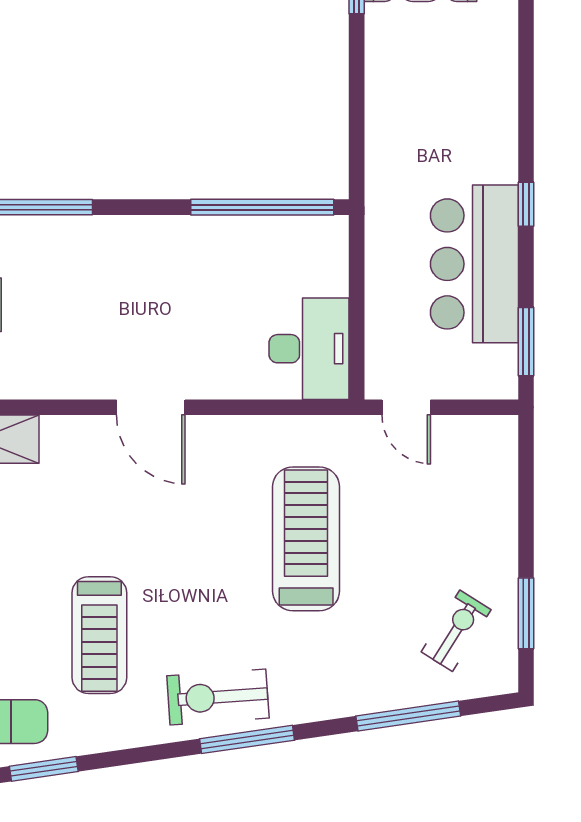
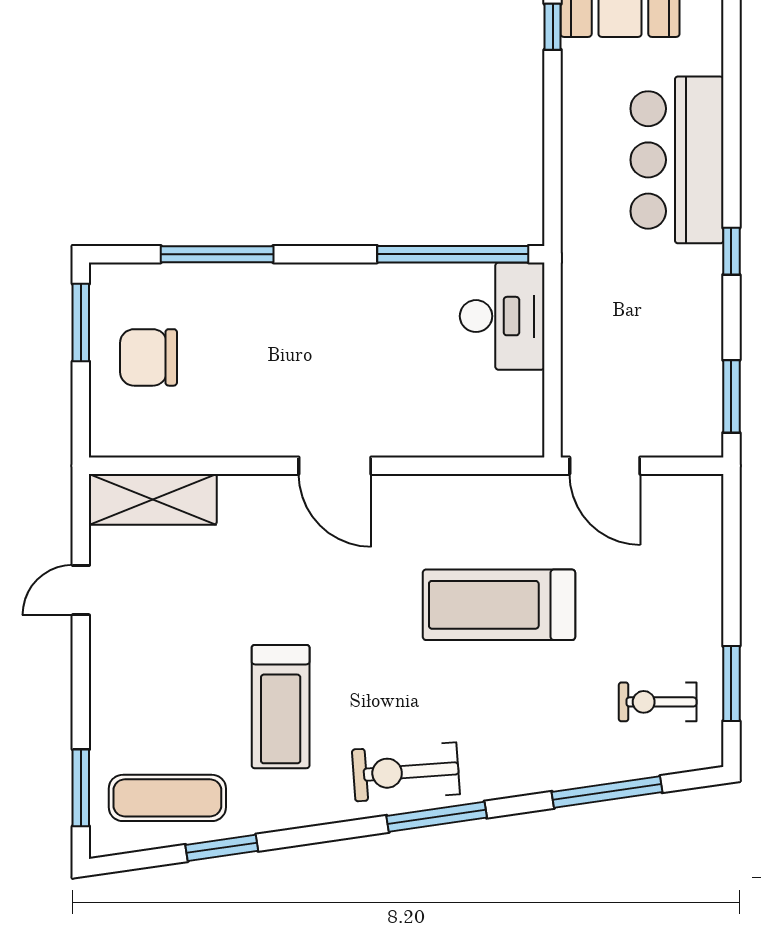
bar counter: (474, 264) -> (677, 160), moved
desk: (309, 349) -> (502, 316), moved
door: (406, 407) -> (605, 466), width x1.38
treadmill: (306, 539) -> (499, 605), turned -90
exercise bike: (456, 631) -> (658, 702), turned -122

